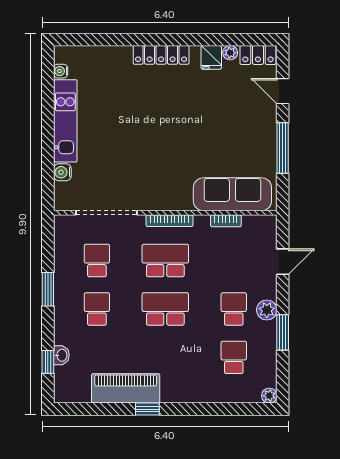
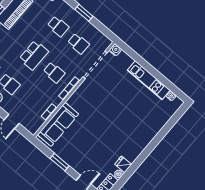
locker: (161, 55) -> (142, 144), removed
window: (283, 148) -> (60, 162), width x0.69
water cooler: (62, 172) -> (115, 50), moved
school desk: (165, 261) -> (54, 72), width x0.54

